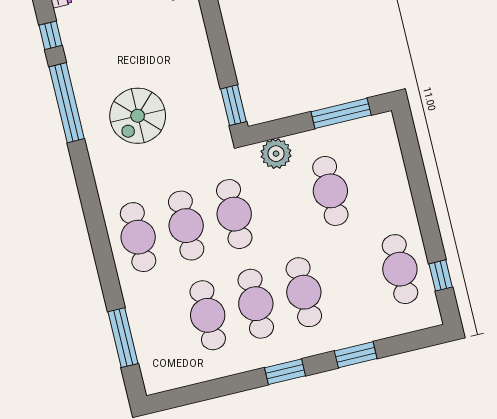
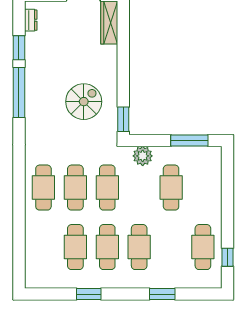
window: (50, 35) -> (19, 48), width x1.50
spiral stairs: (138, 116) -> (84, 102), moved, turned 180
window: (123, 338) -> (19, 248), removed
window: (285, 372) -> (89, 294), moved

